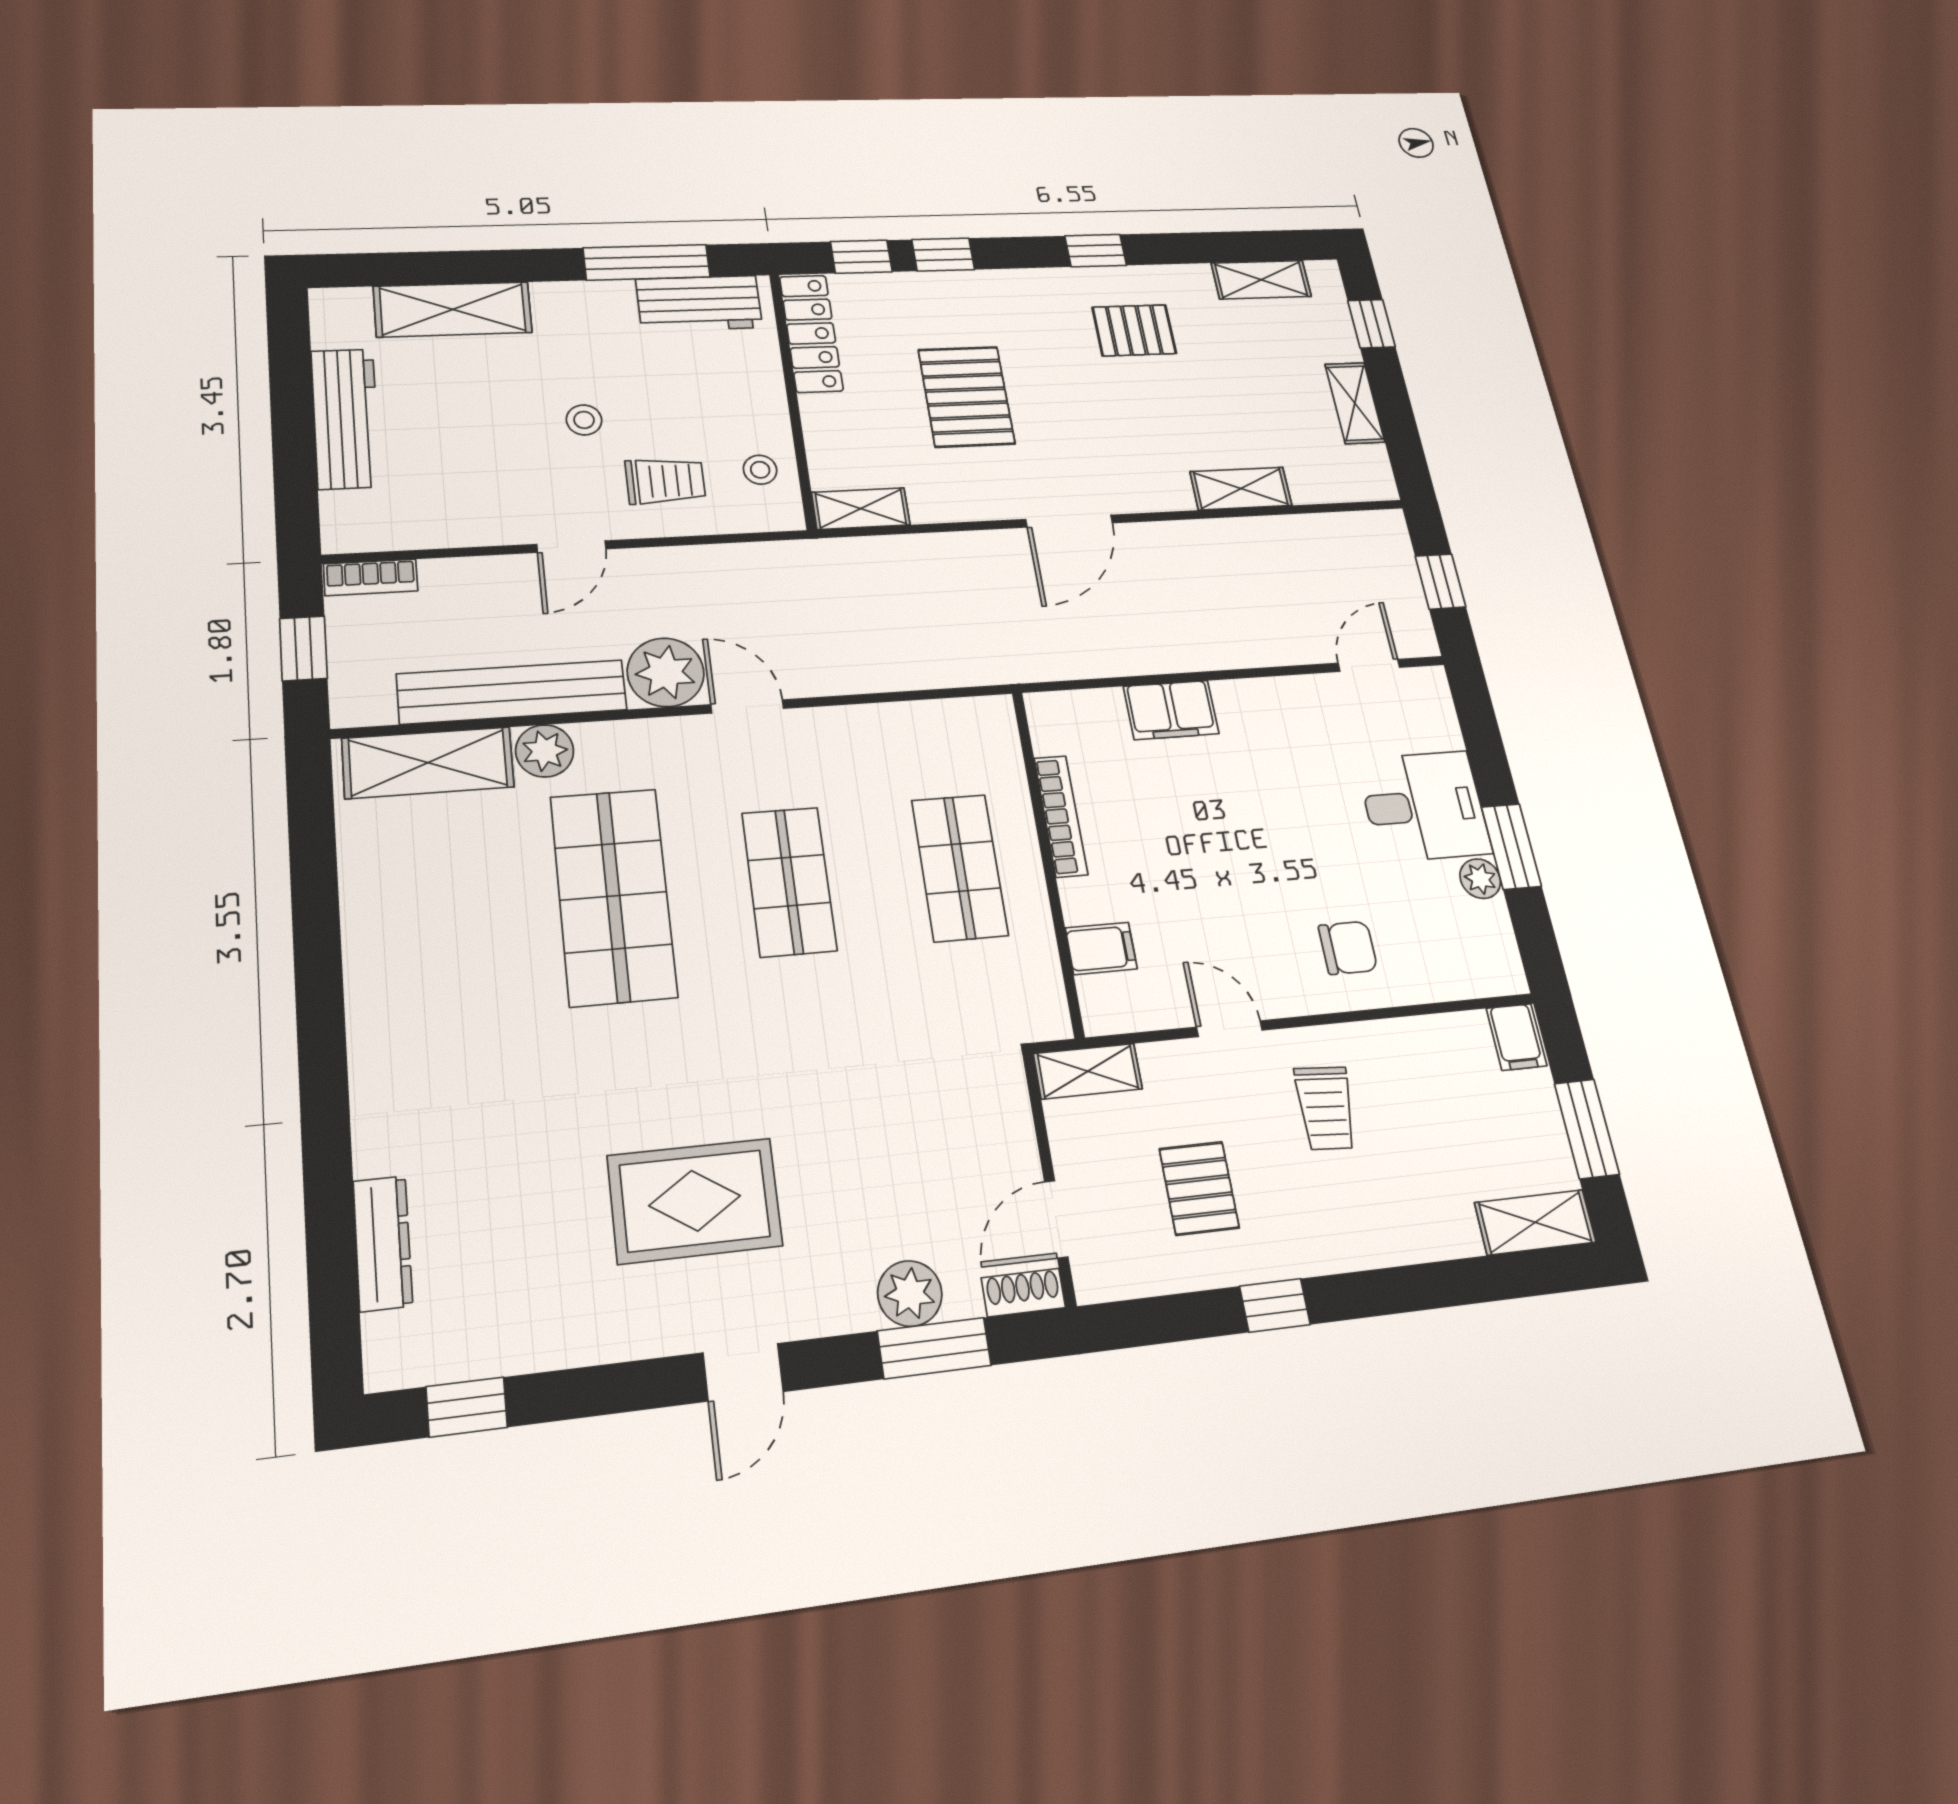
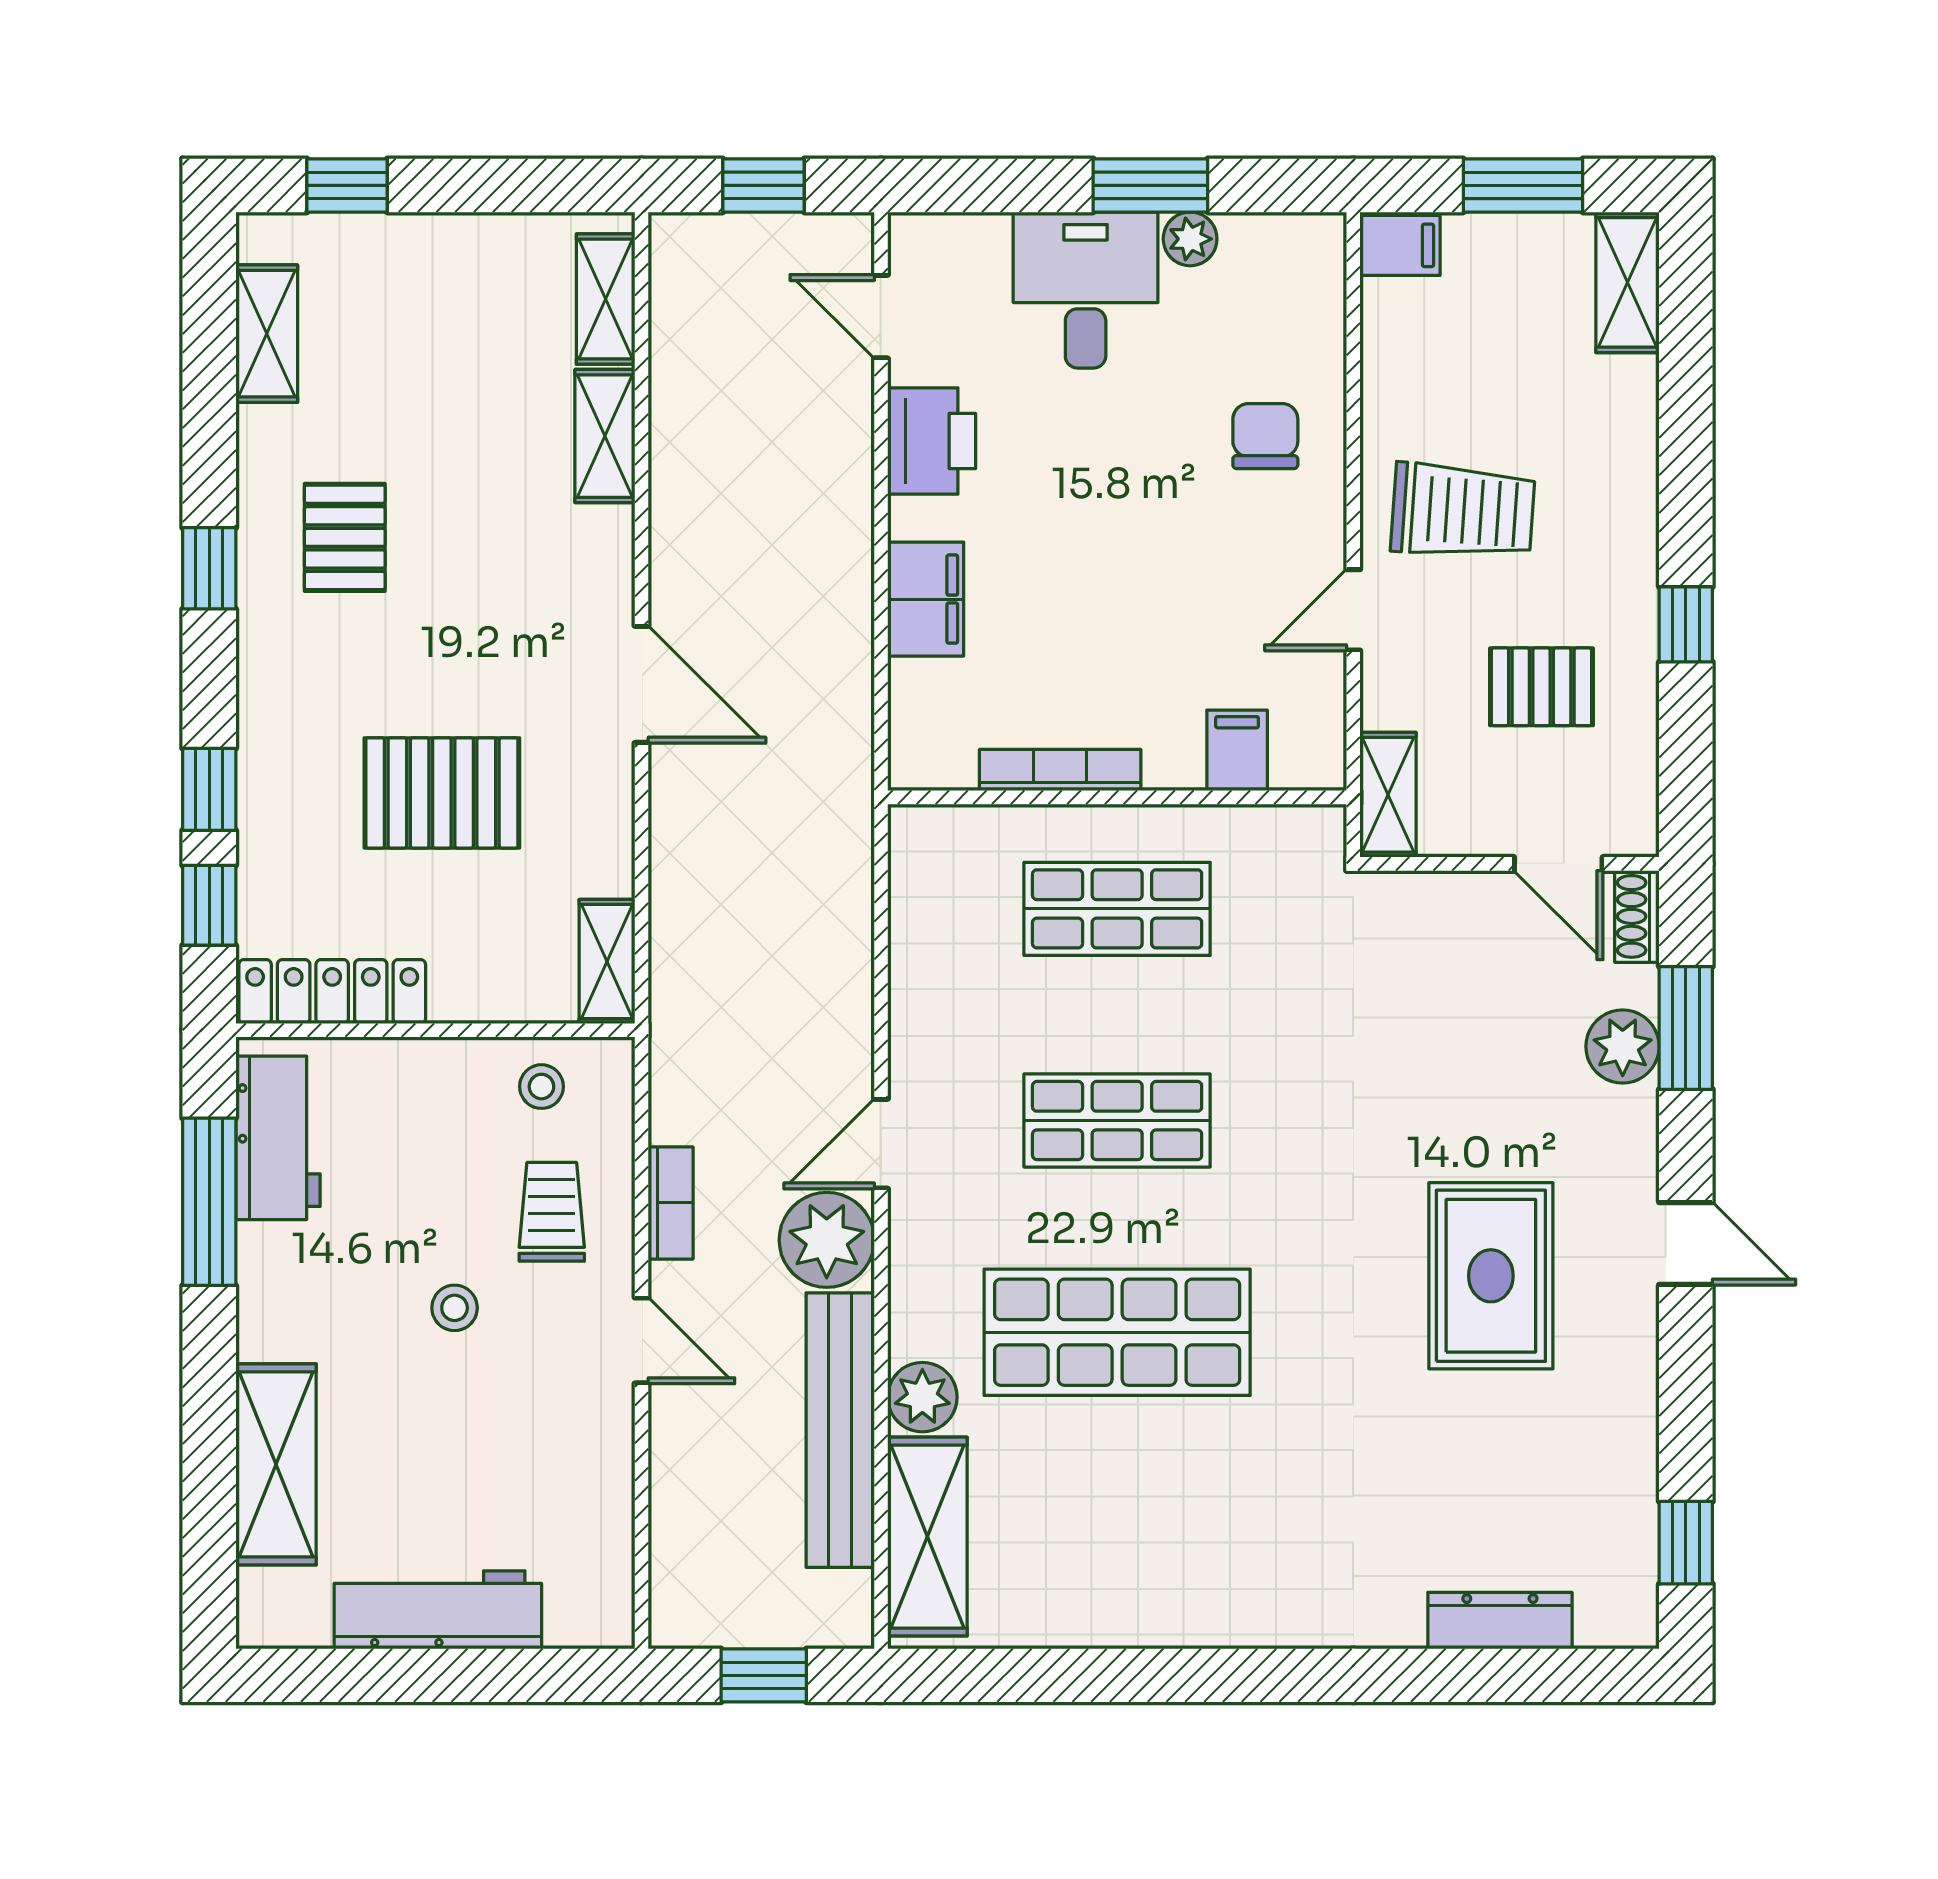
shelving: (1355, 403) -> (606, 299), moved, turned 90
bookcase: (371, 577) -> (671, 1203), moved
printer: (1288, 706) -> (932, 441), added
trolley: (1326, 1108) -> (1463, 511), width x1.36, depth x1.39

